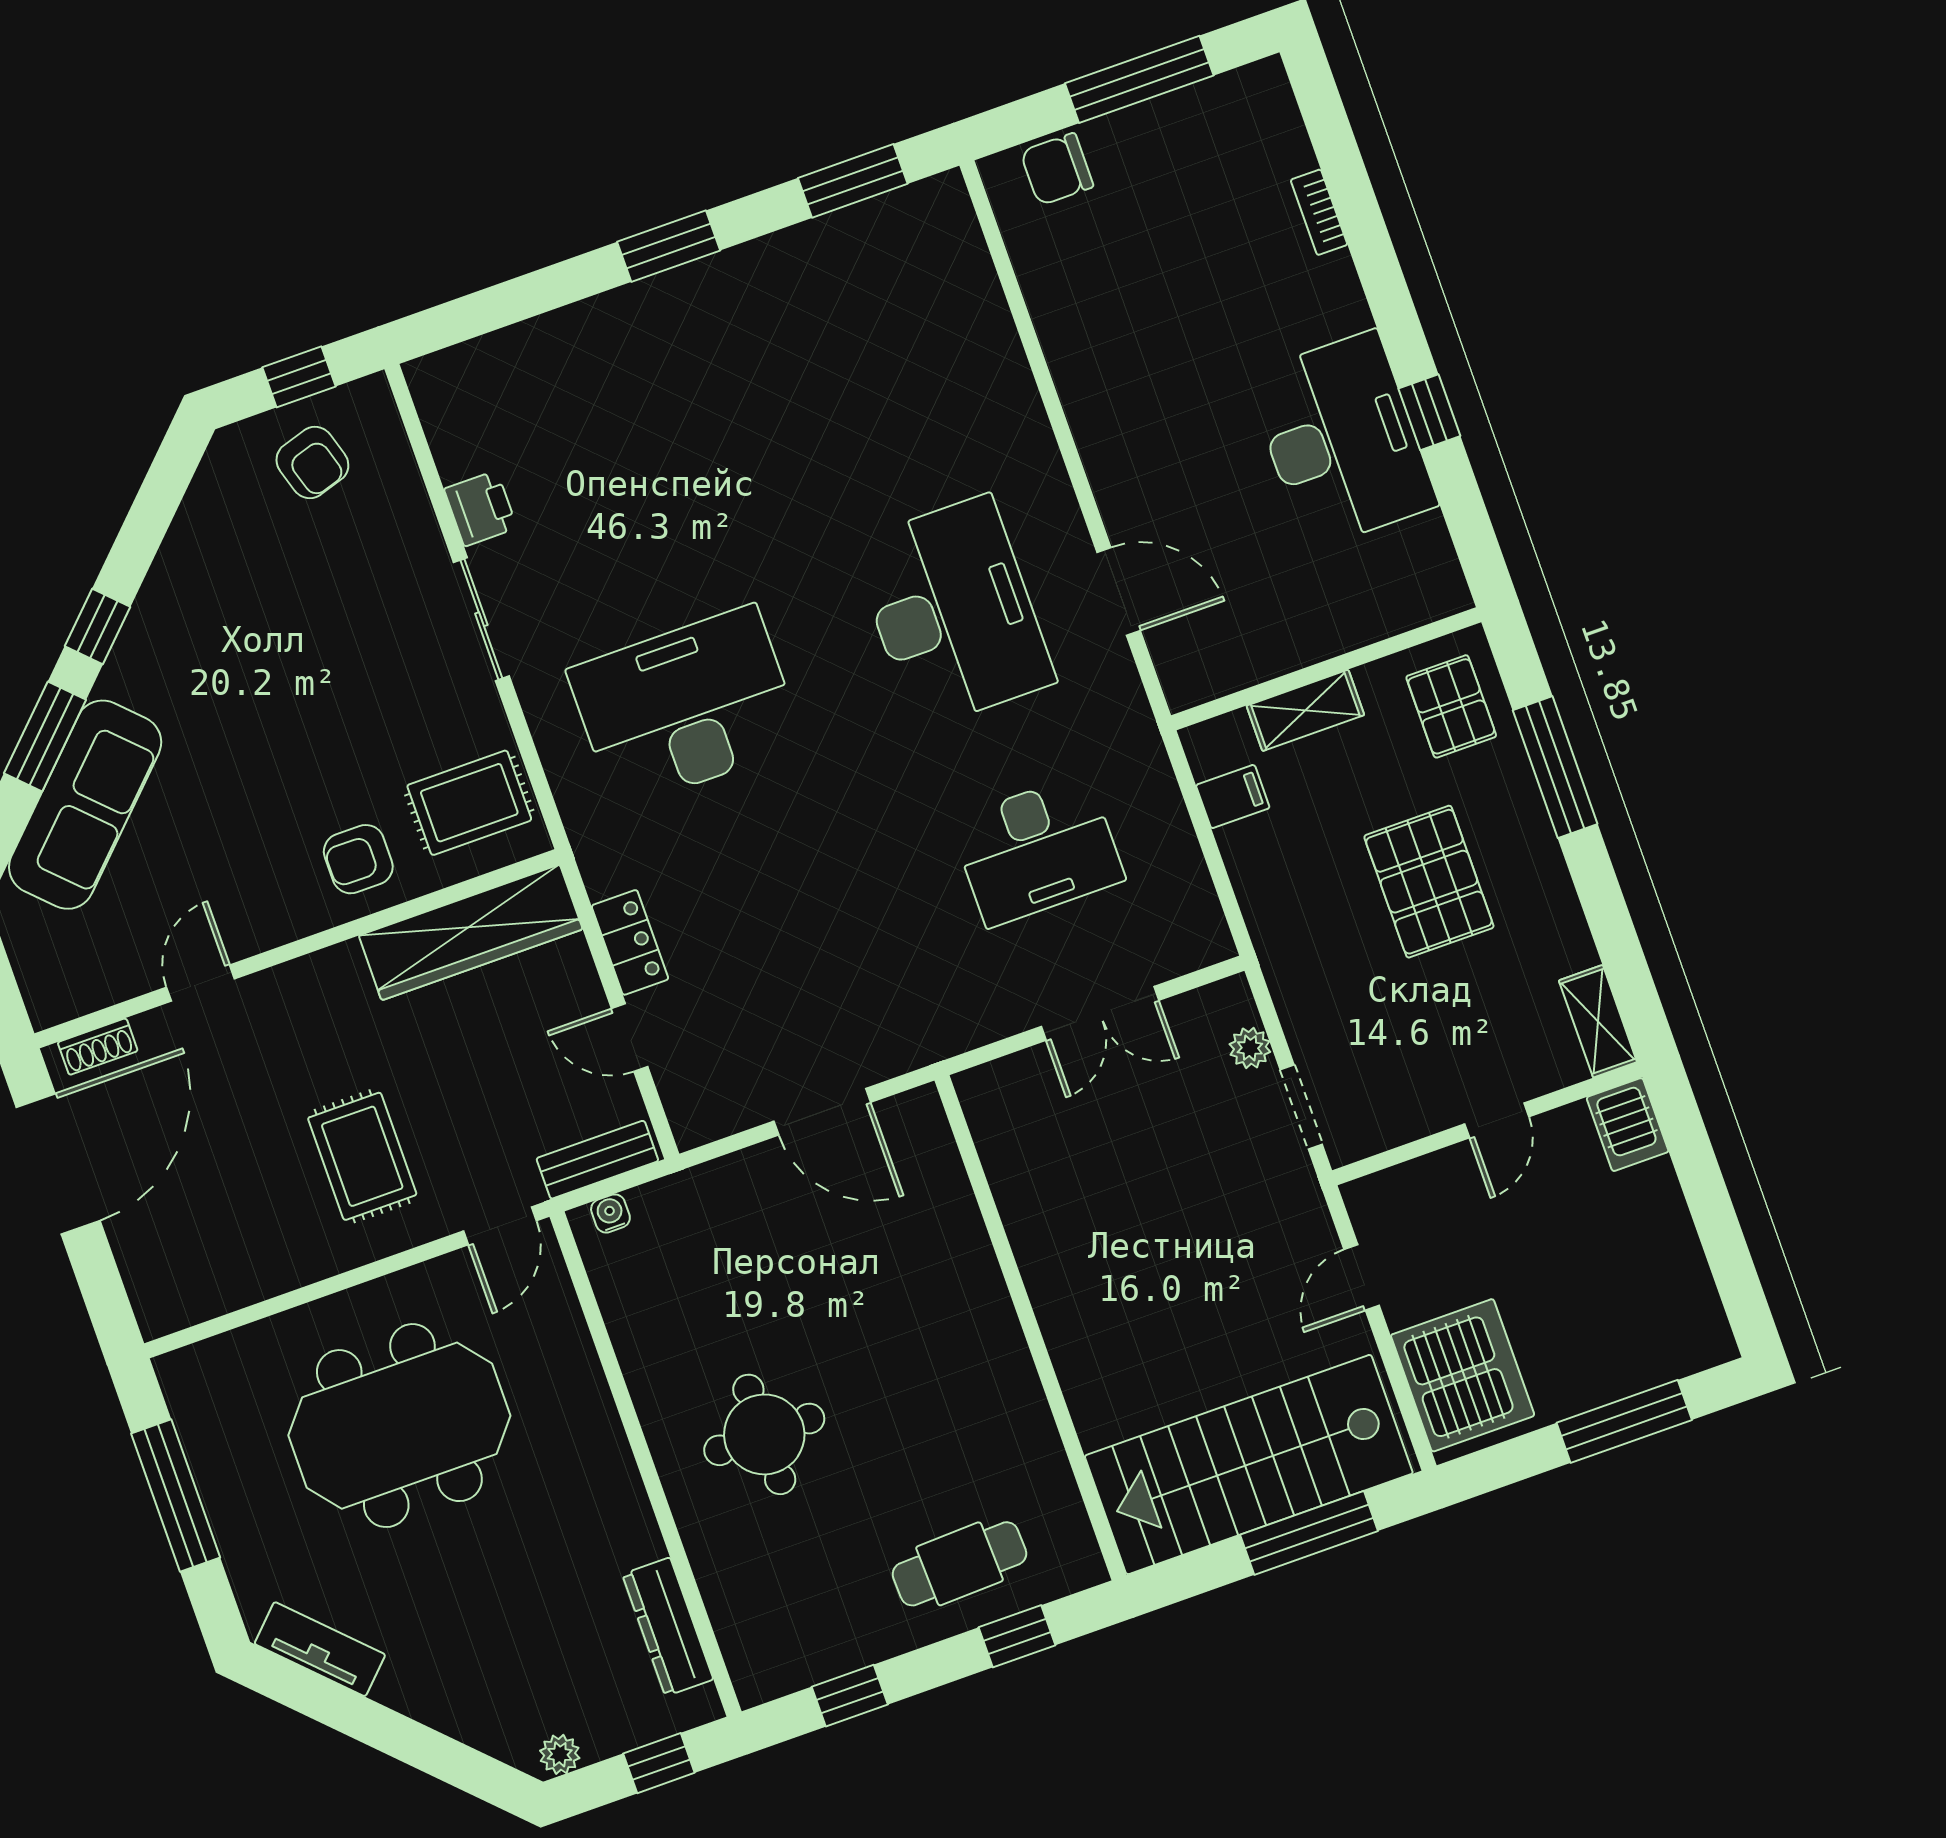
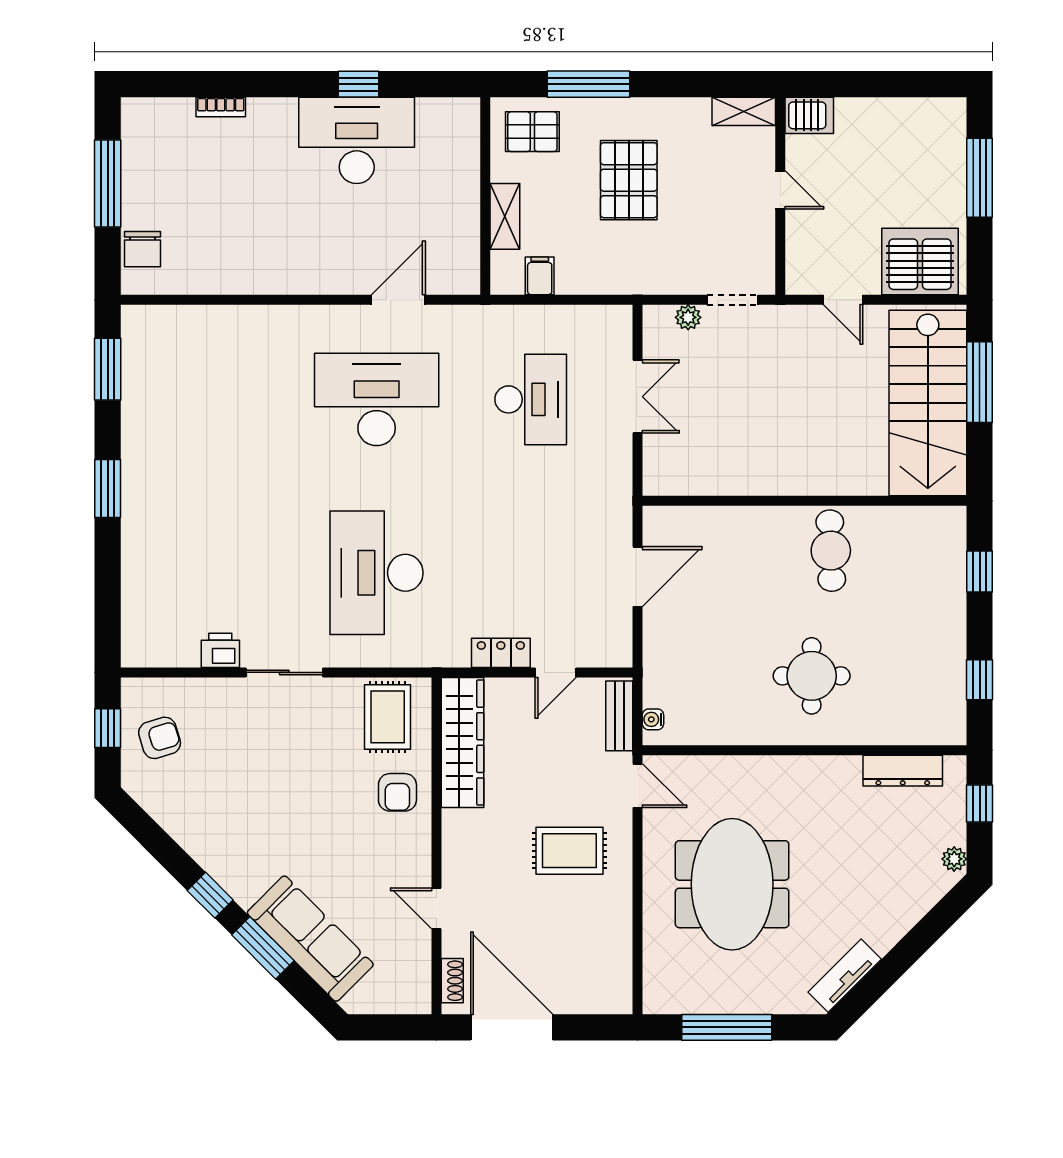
pallet: (1429, 882) -> (629, 180), turned 90
cafe table: (959, 1564) -> (831, 551), moved

